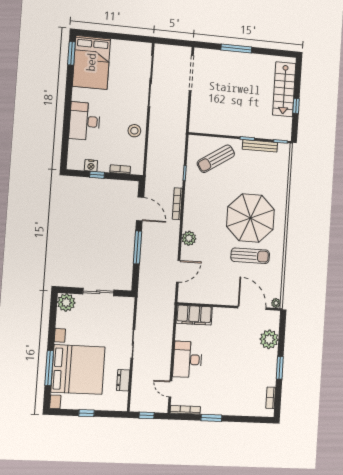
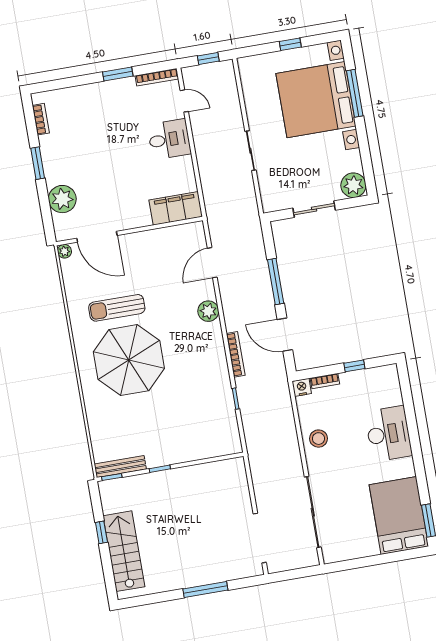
bench: (260, 146) -> (120, 467), moved
sun lounger: (216, 159) -> (197, 429), removed
nightstand: (91, 166) -> (302, 387), moved
desk: (187, 359) -> (169, 139), width x0.73
dresser: (123, 380) -> (252, 99), removed

